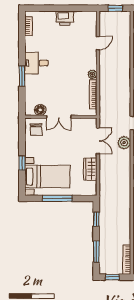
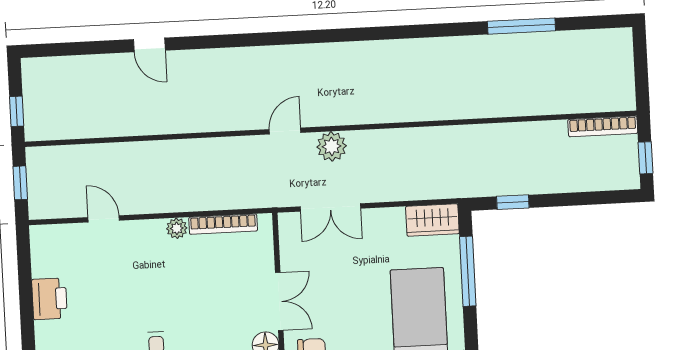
double door: (98, 141) -> (330, 207), swing flipped
wardrobe: (90, 169) -> (432, 220), moved
window: (57, 198) -> (468, 271), moved
window: (96, 252) -> (588, 198), removed

